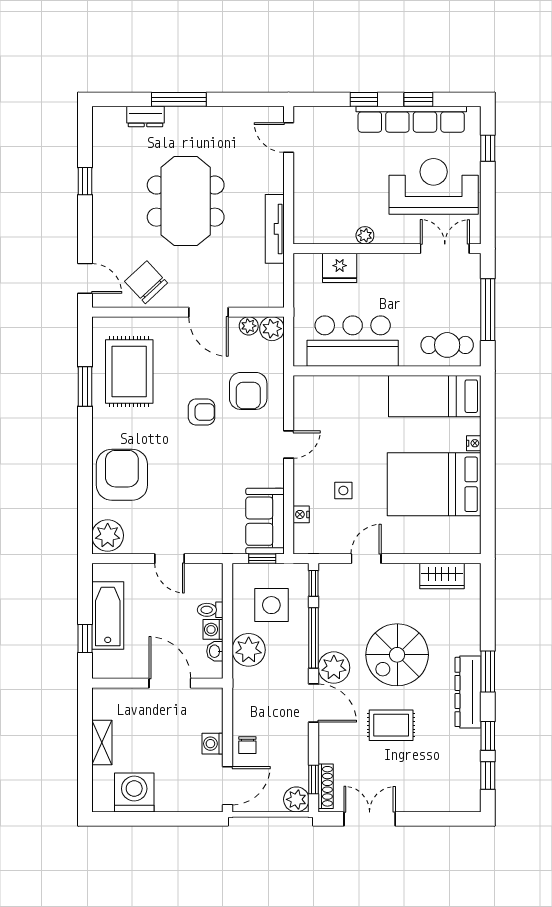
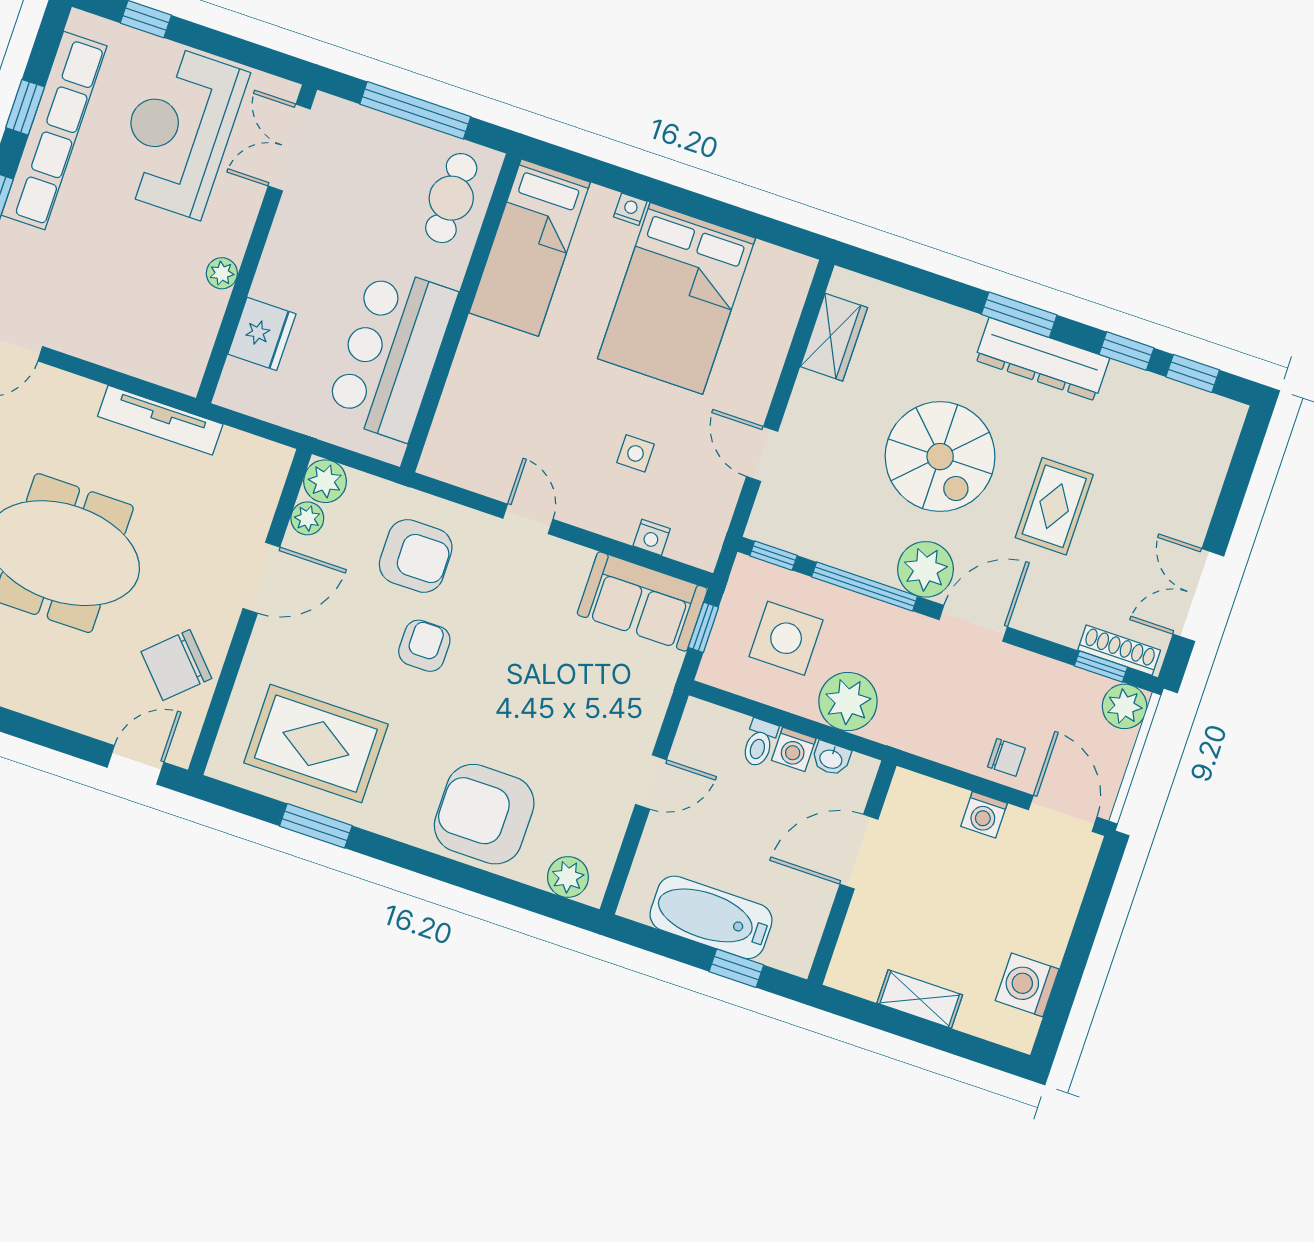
plant: (108, 535) -> (568, 877), width x0.73, depth x0.73
washing machine: (134, 792) -> (1027, 985), width x0.73, depth x0.73

